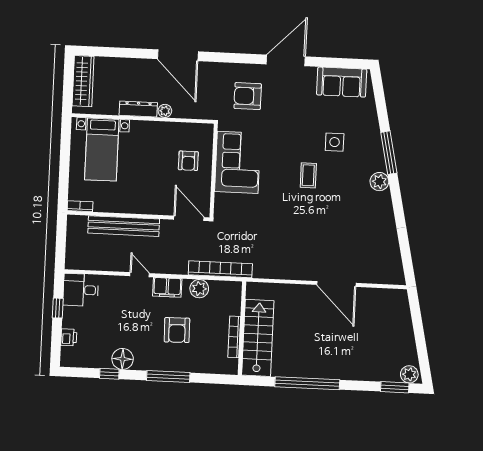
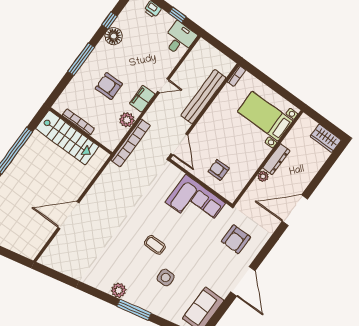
wardrobe: (83, 81) -> (326, 138), width x0.67
armchair: (248, 96) -> (236, 239), turned 180
door: (189, 218) -> (179, 144), hinge flipped

